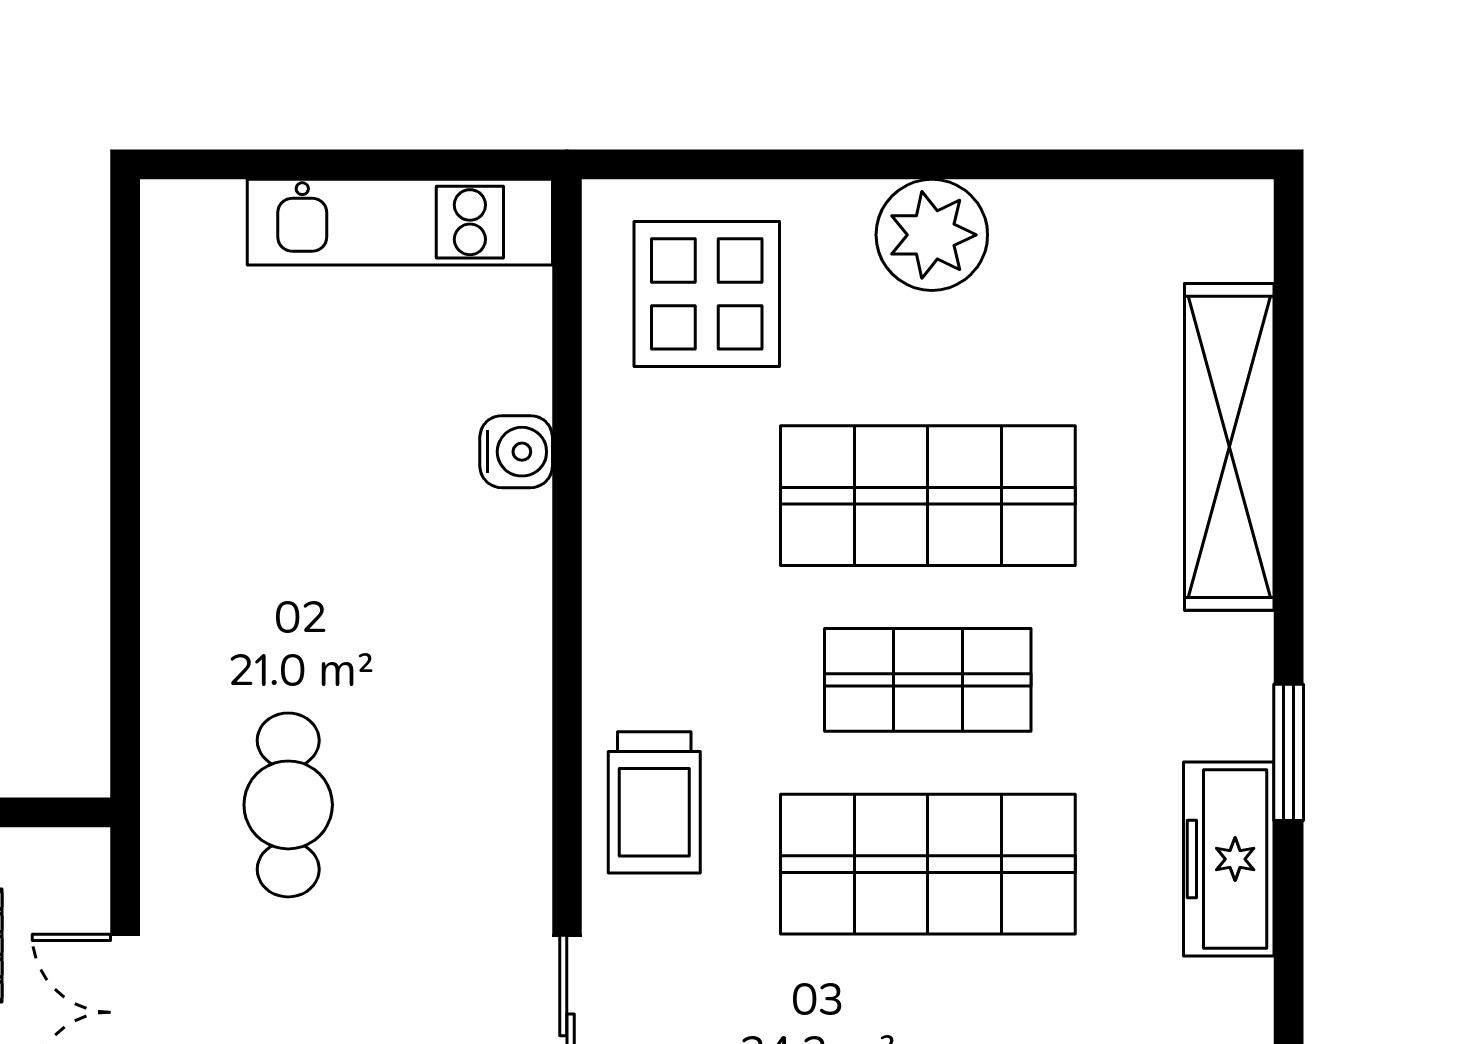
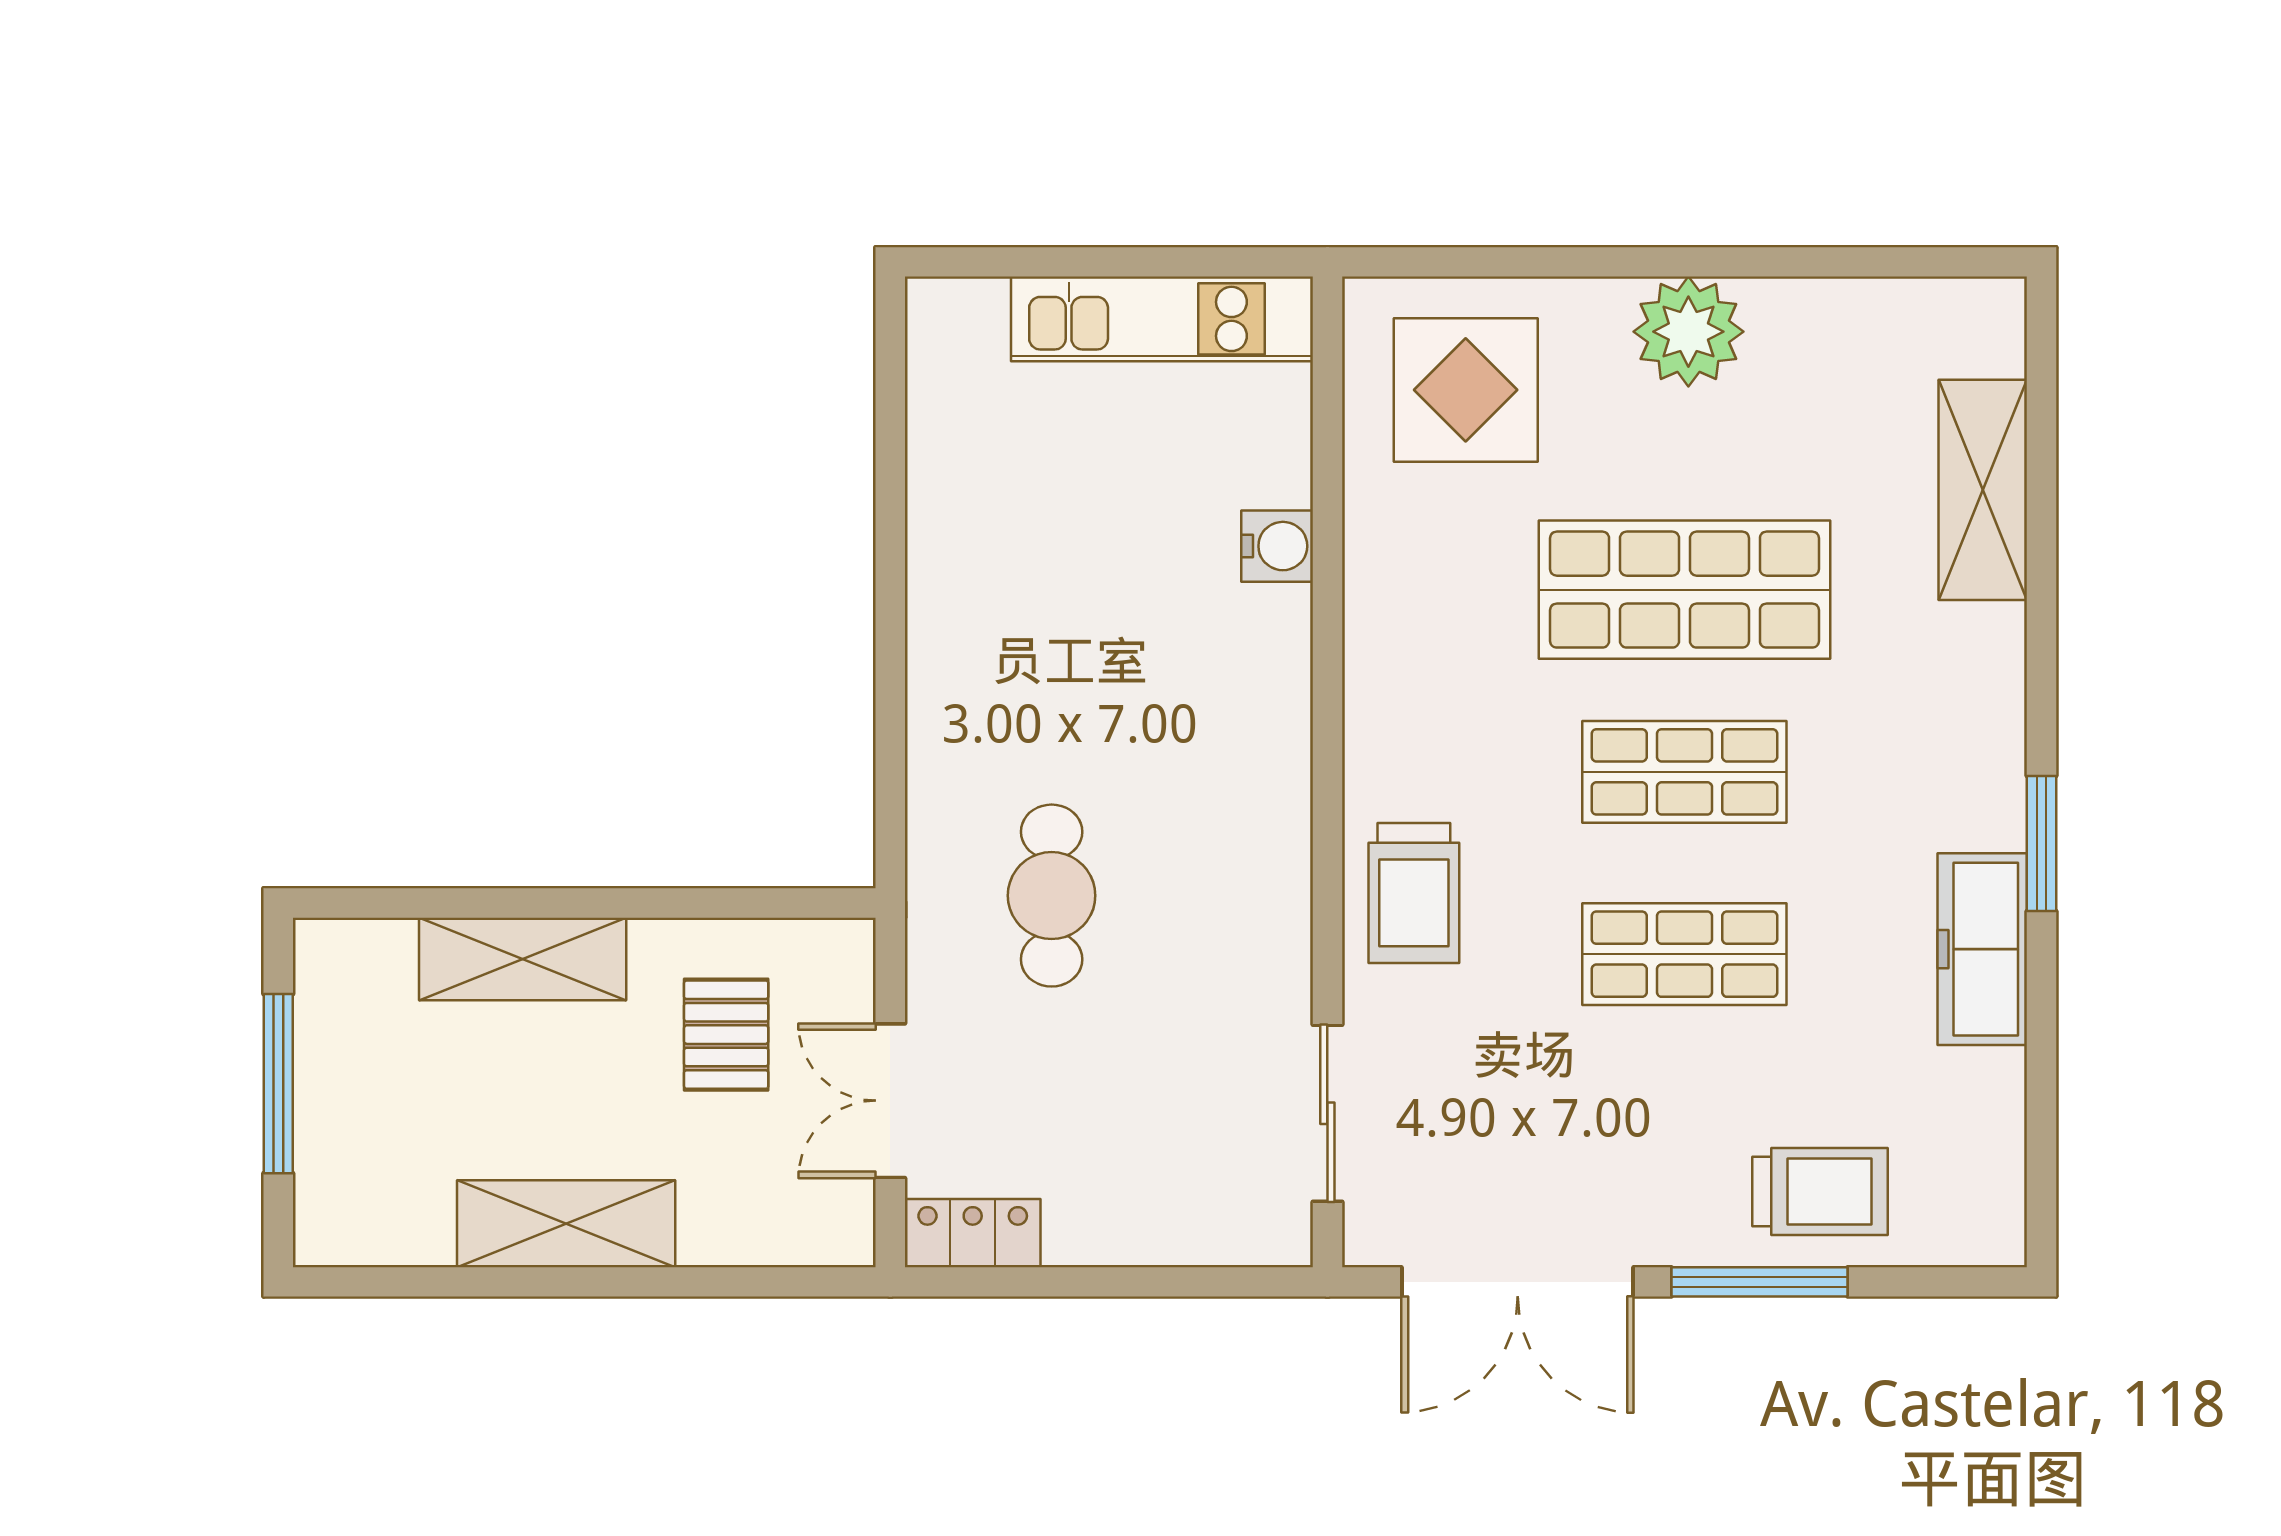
shelving: (1229, 447) -> (1983, 490), width x0.68
shop shelf: (928, 864) -> (1684, 954), width x0.70, depth x0.74

